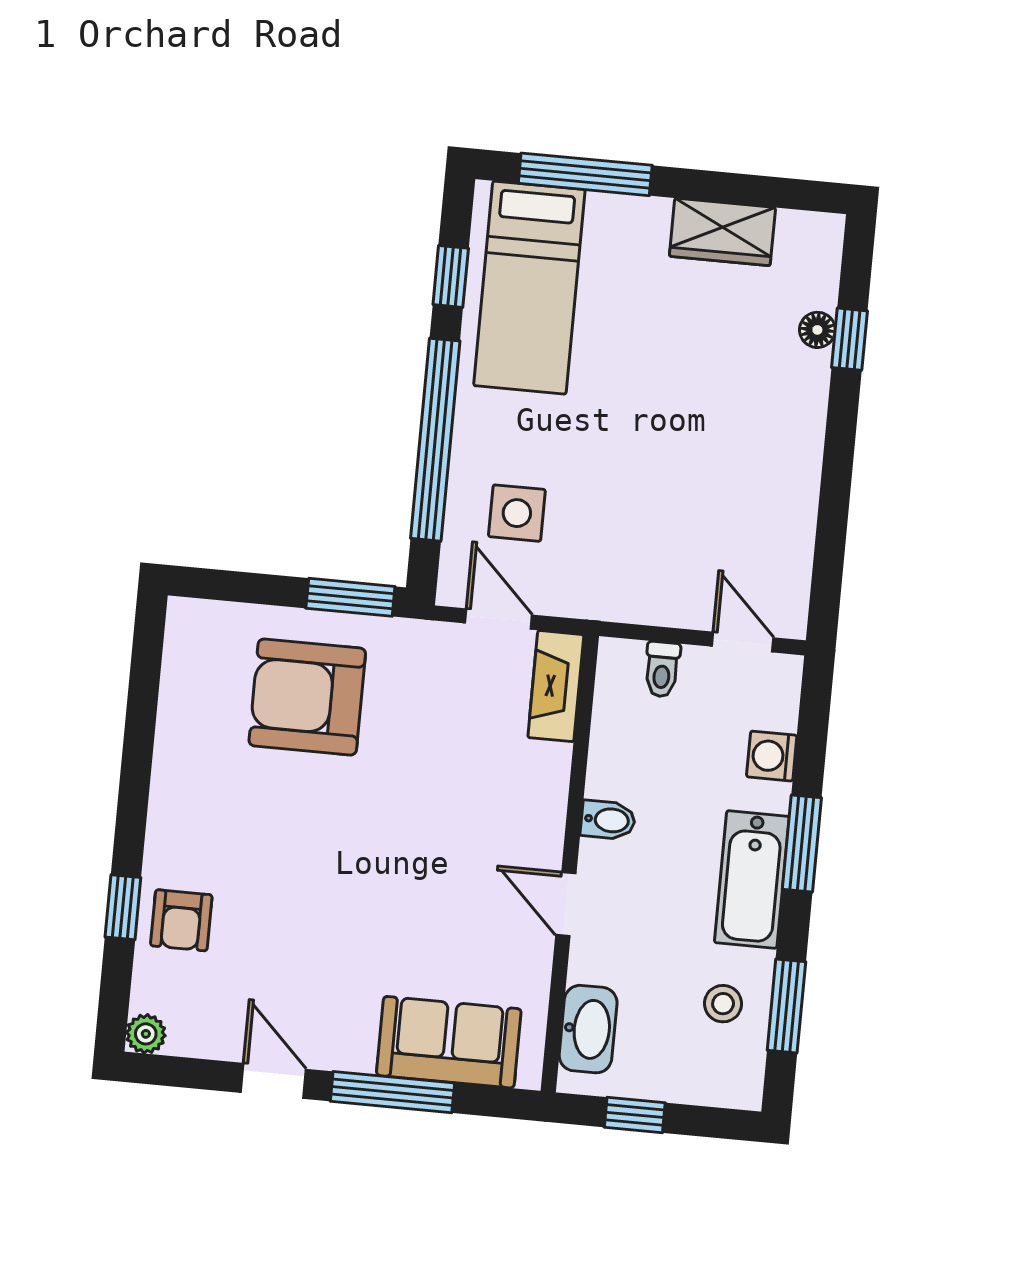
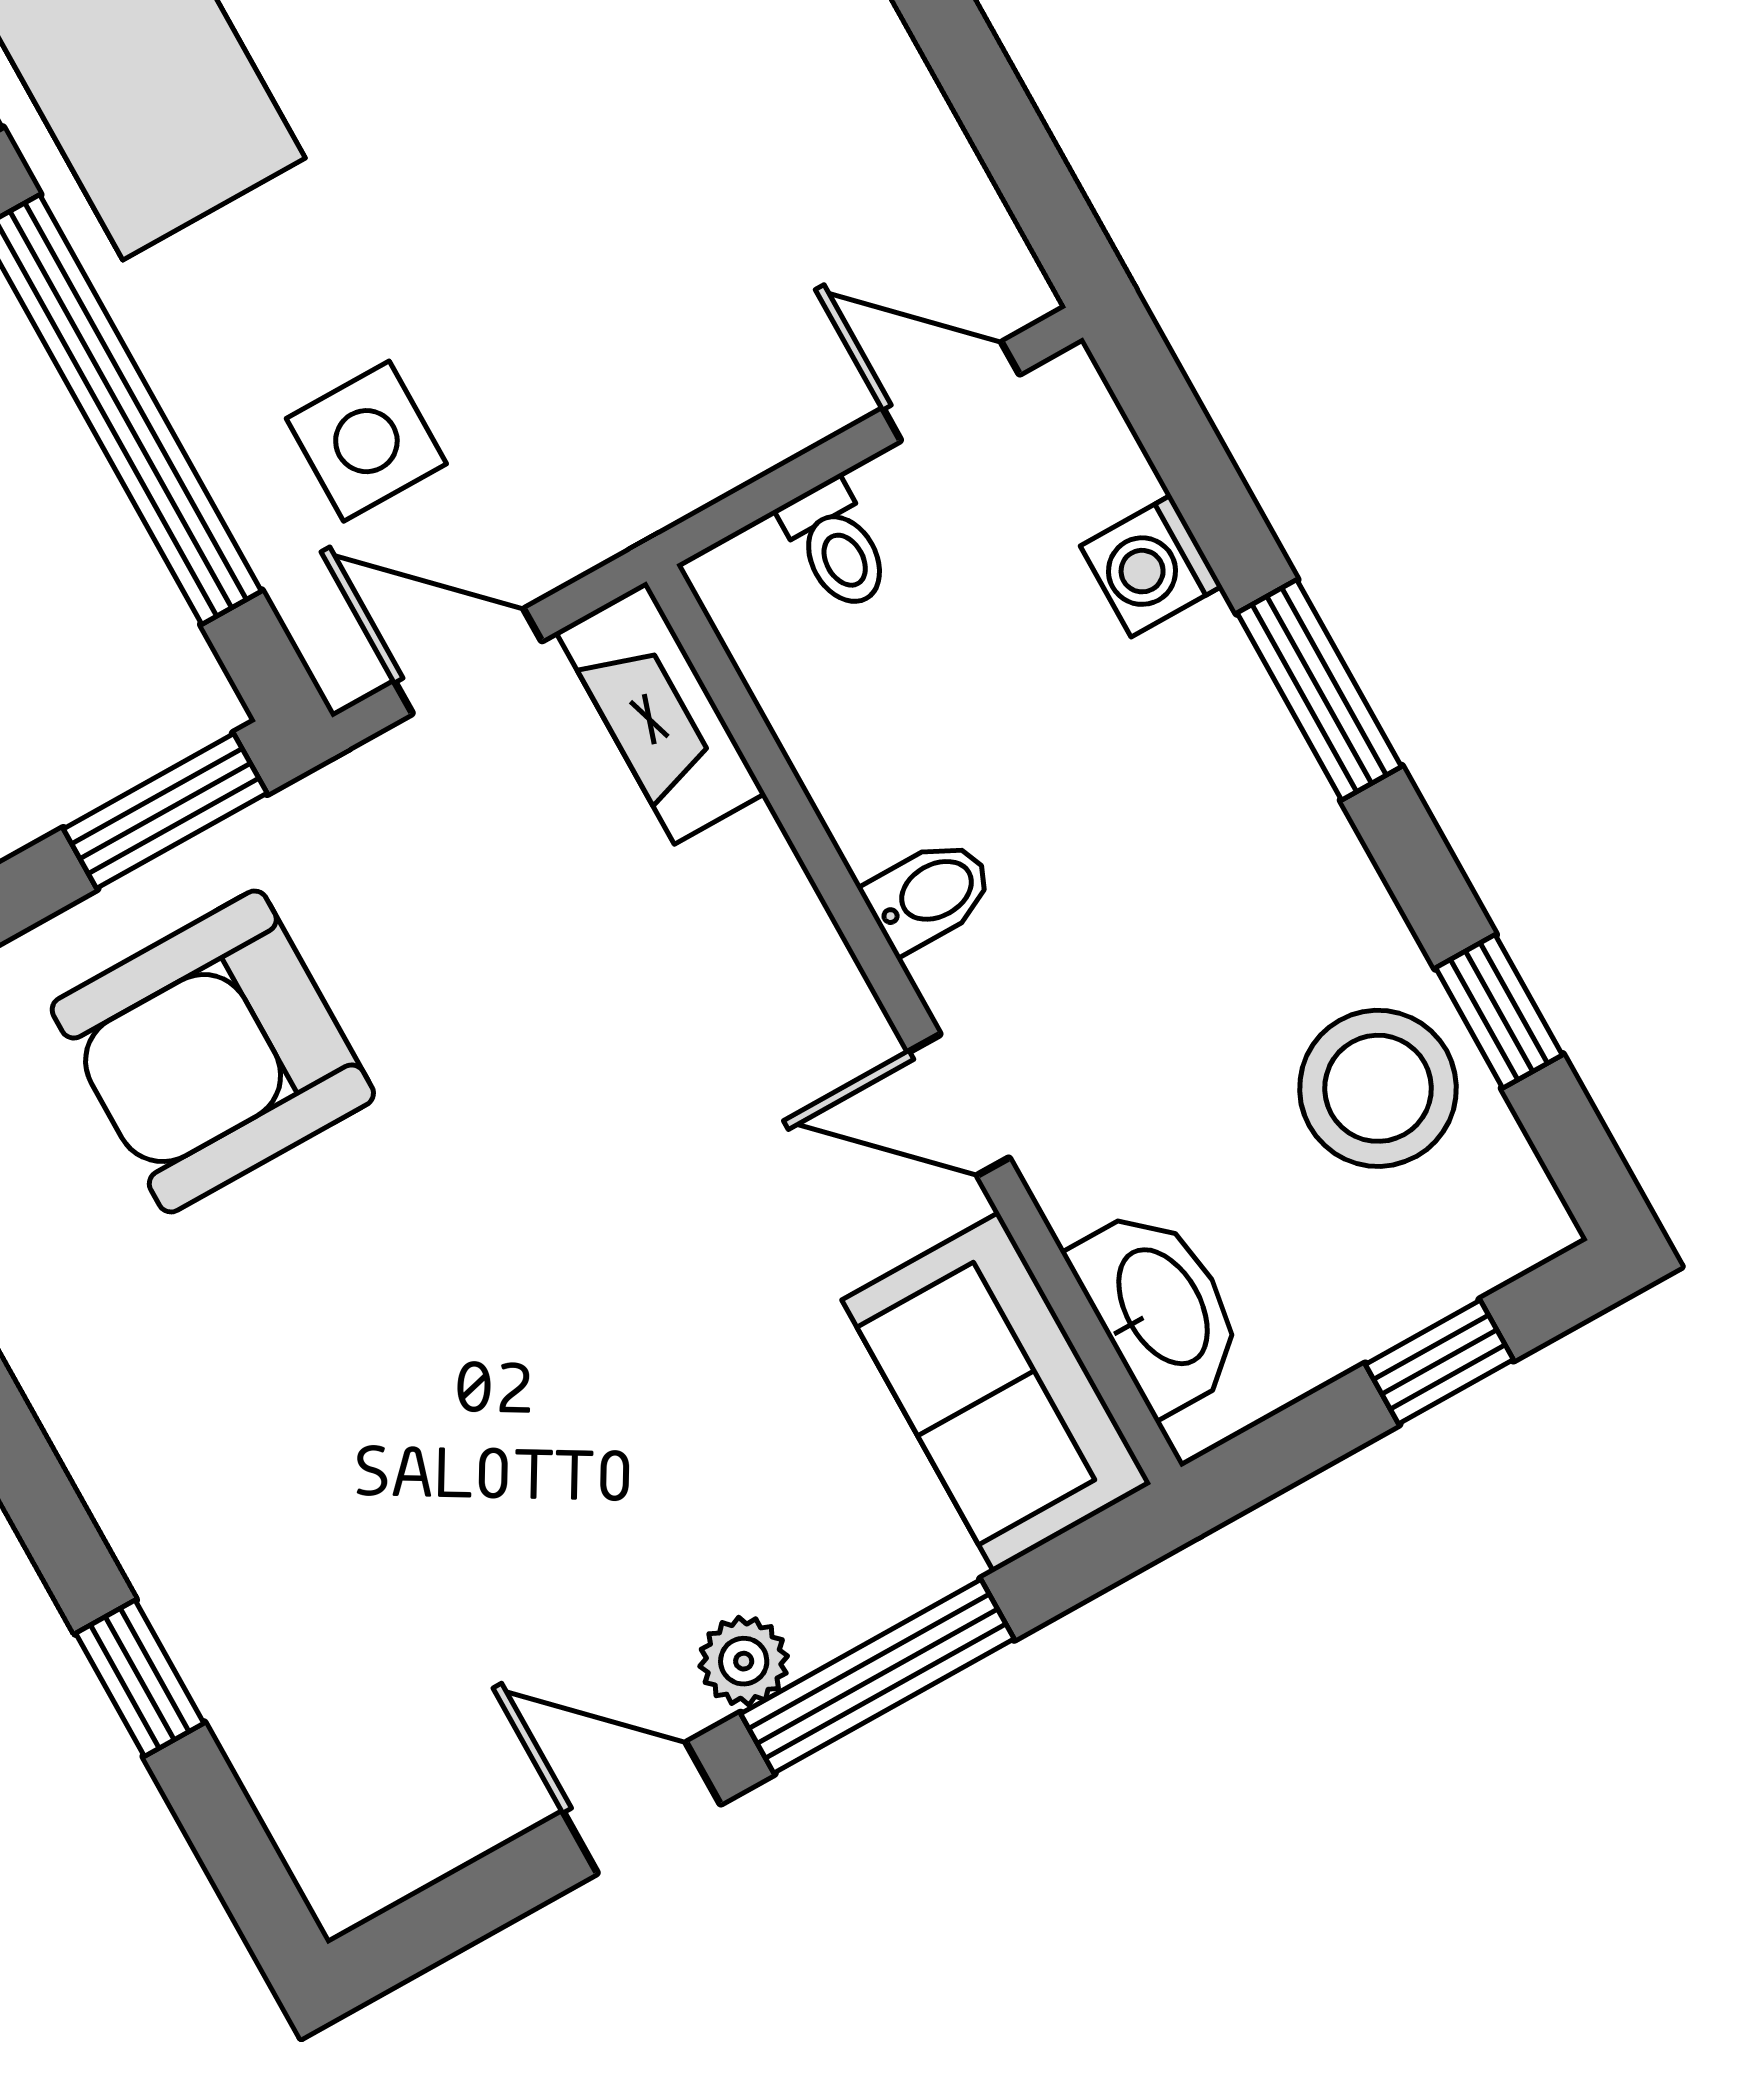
bathtub: (752, 879) -> (1272, 821), removed
armchair: (181, 920) -> (265, 1628), removed
stool: (723, 1004) -> (1378, 1088), width x1.89, depth x1.89
window: (786, 1006) -> (1499, 1011), width x0.67
plant: (146, 1034) -> (744, 1661), moved
sofa: (449, 1042) -> (996, 1392), moved, turned -90
window: (635, 1115) -> (1439, 1362), moved

